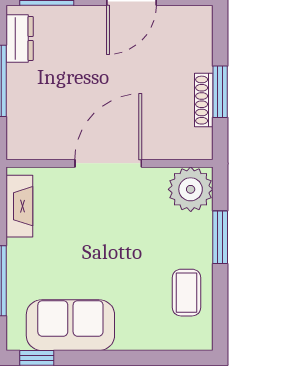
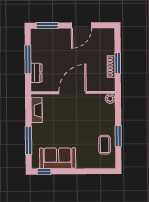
dresser: (20, 38) -> (36, 73), moved
plant: (191, 189) -> (110, 99), width x0.53, depth x0.53
window: (220, 237) -> (118, 136), moved

